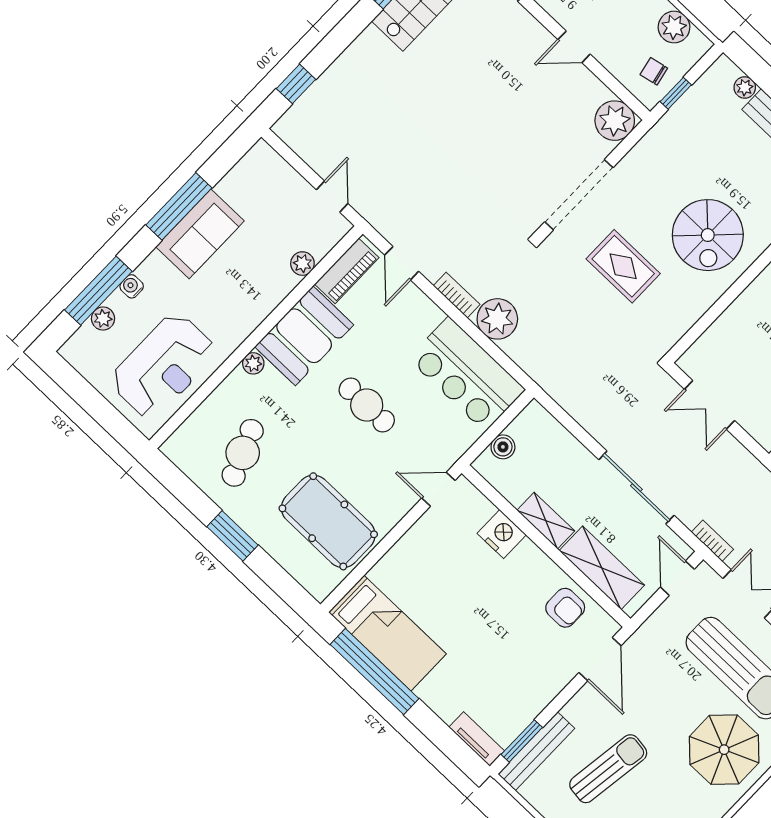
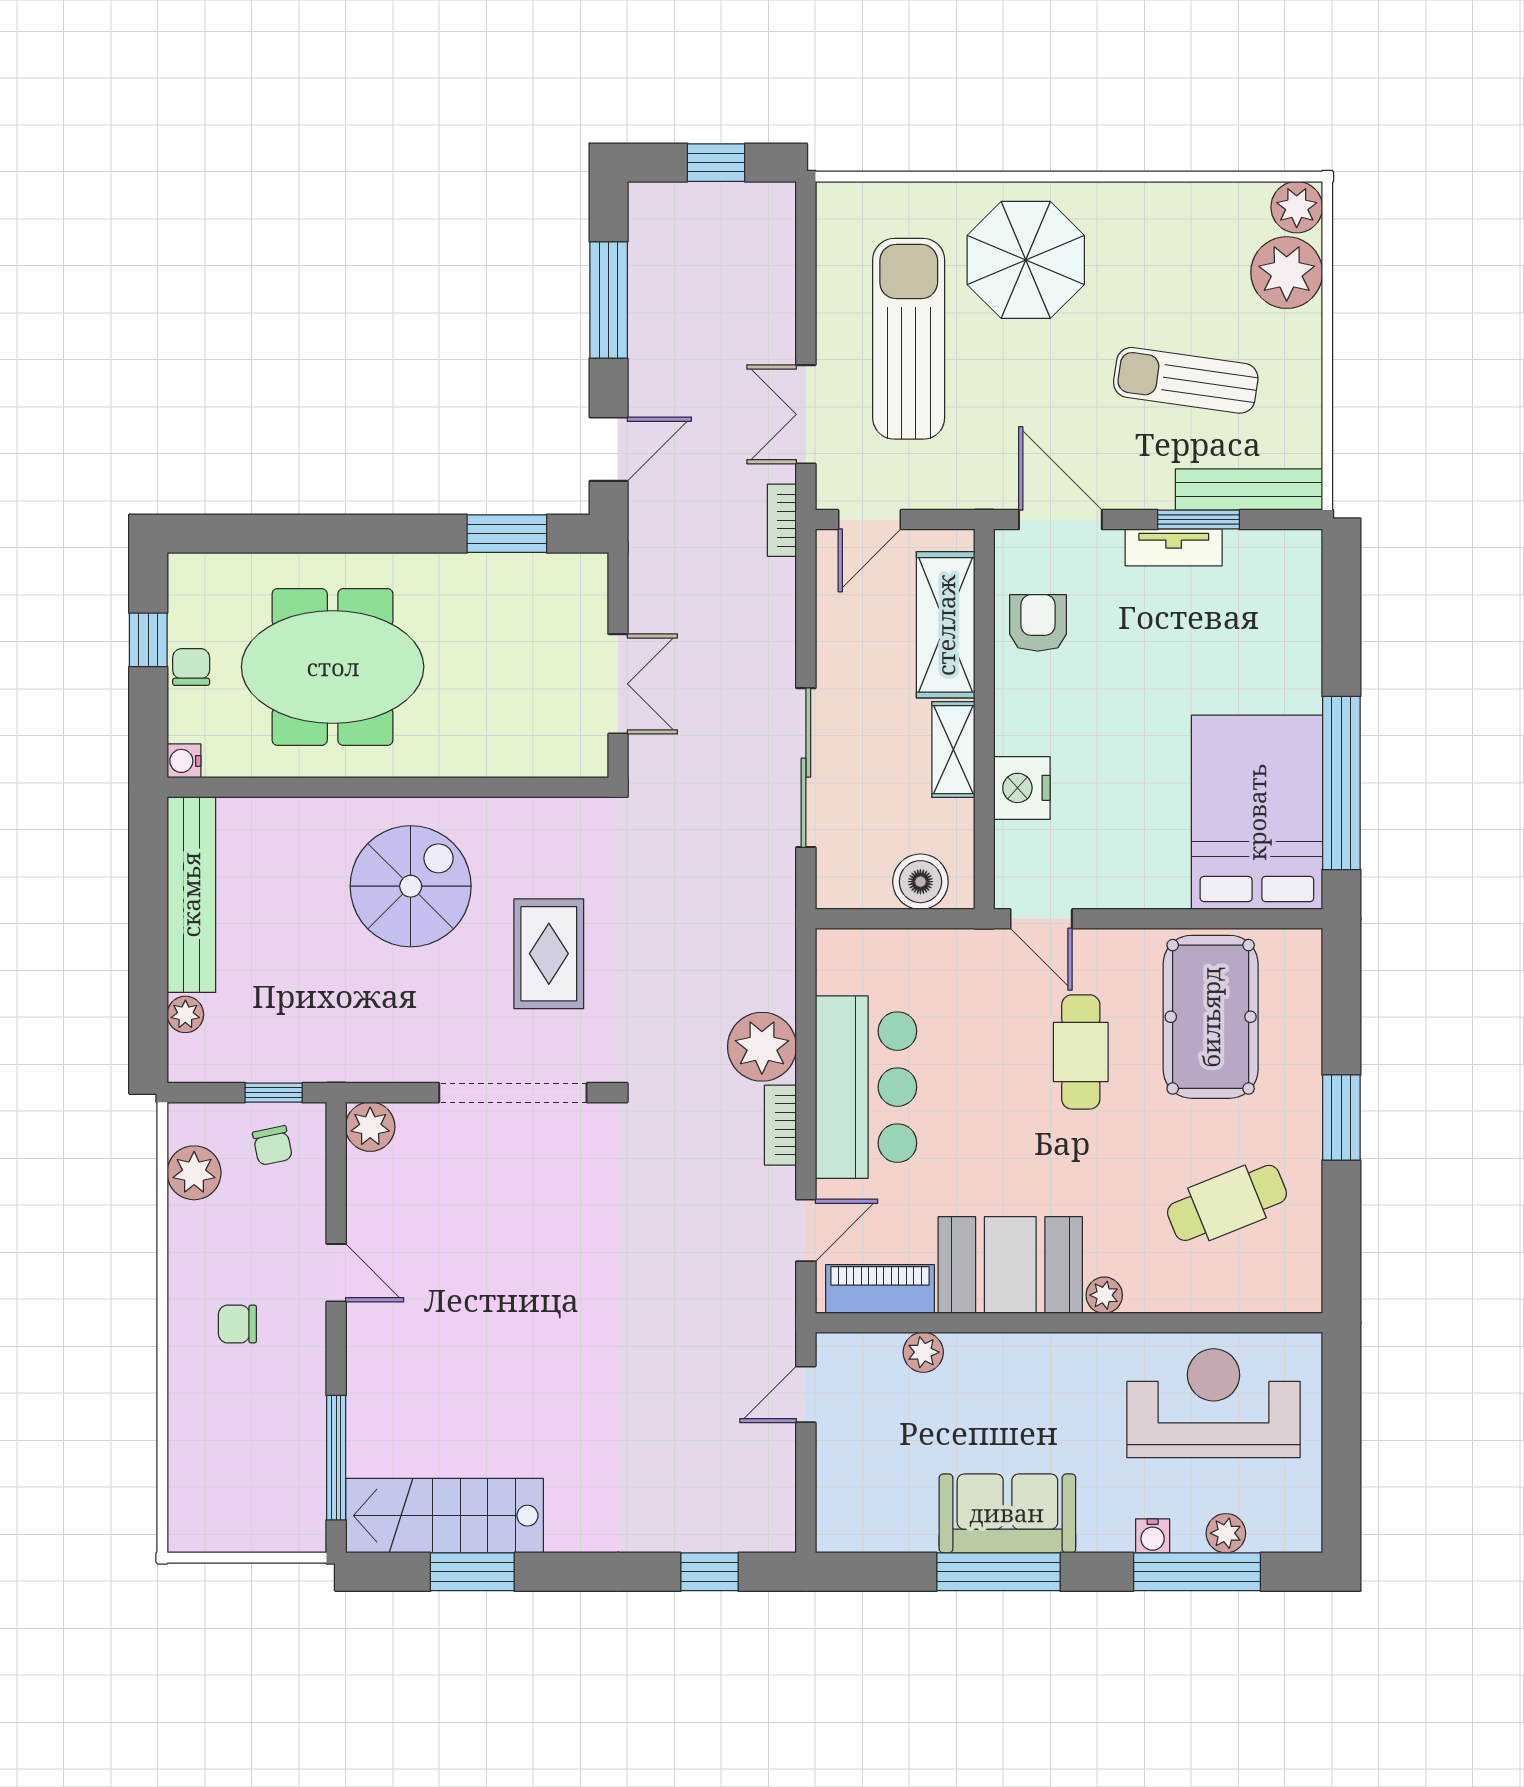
plant: (615, 121) -> (370, 1127), width x0.73, depth x0.73
bar counter: (467, 374) -> (866, 1087), moved
cafe table: (367, 405) -> (1081, 1052), moved
boiler: (503, 447) -> (920, 882), width x1.36, depth x1.36
sliding door: (636, 487) -> (806, 768), moved
bed: (387, 633) -> (1257, 812), width x1.50
door: (600, 659) -> (1060, 520), hinge flipped
tv unit: (477, 739) -> (1174, 547), moved, turned -90
window: (522, 741) -> (1199, 520), moved

